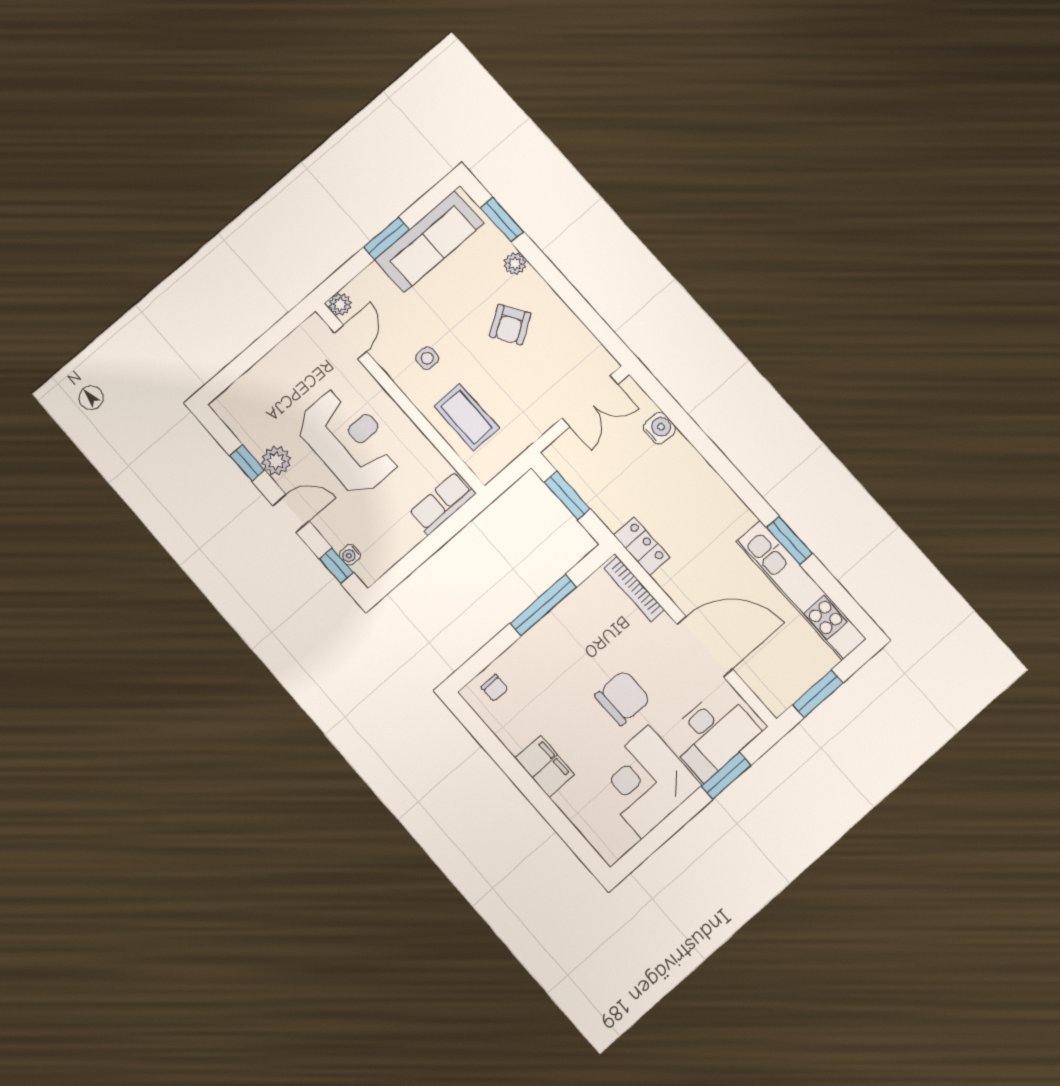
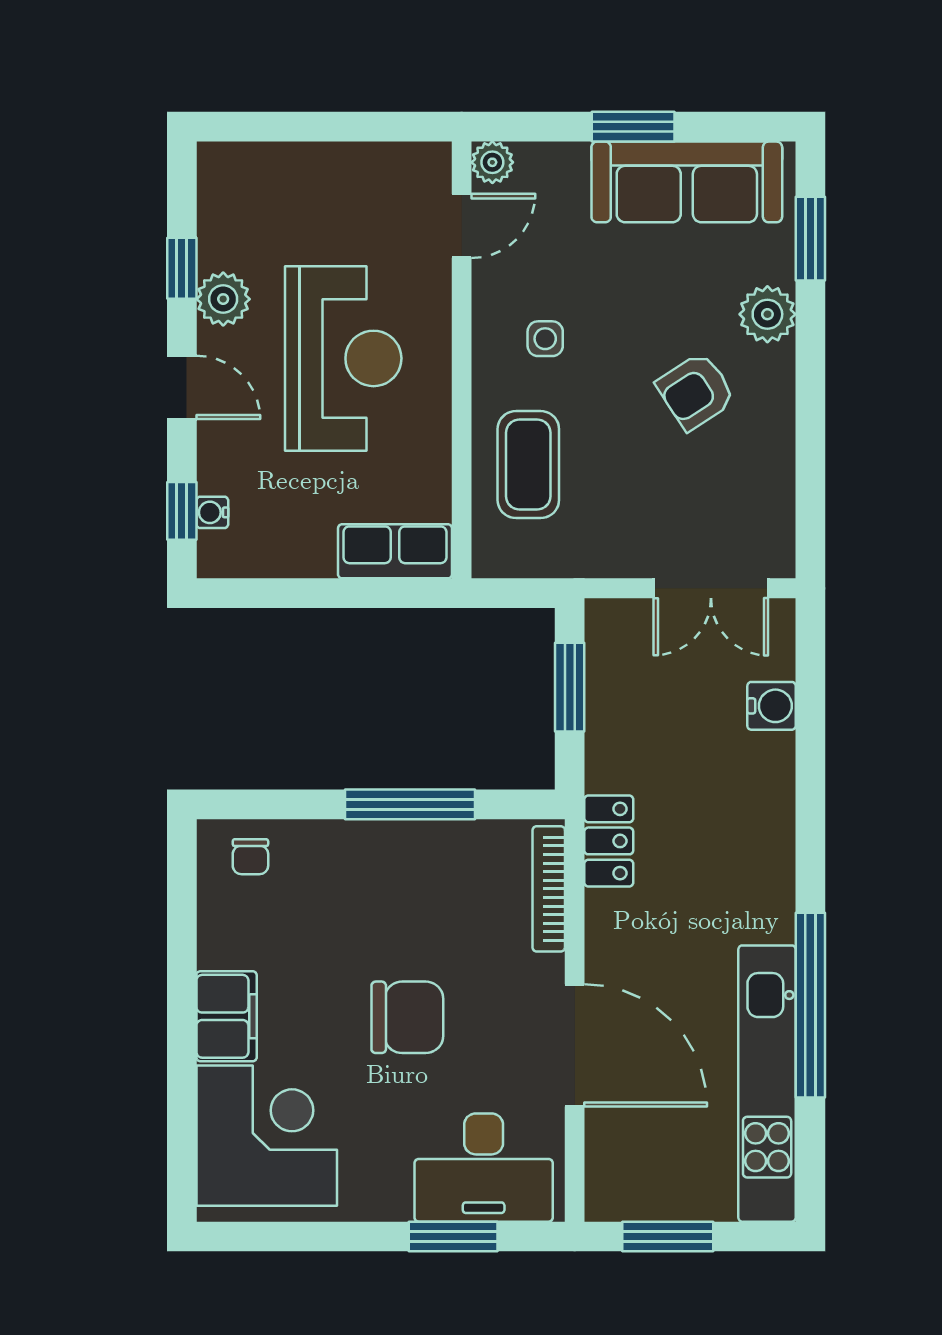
plant: (515, 264) -> (767, 314), width x1.38, depth x1.38
window: (789, 540) -> (810, 1005), width x2.11
corner desk: (645, 782) -> (267, 1136), moved, turned 90

